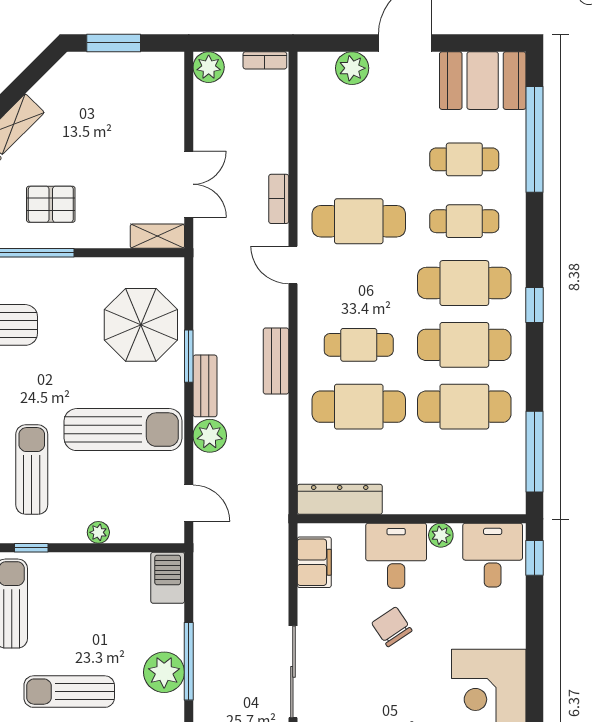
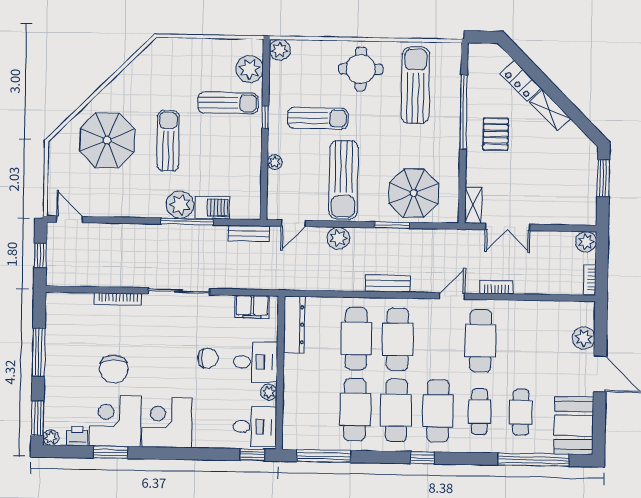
cafe table: (359, 345) -> (398, 339), width x1.37, depth x1.35
bench: (205, 386) -> (249, 233), moved
barbecue: (168, 578) -> (213, 208), moved
chair: (392, 627) -> (208, 358), turned 34

